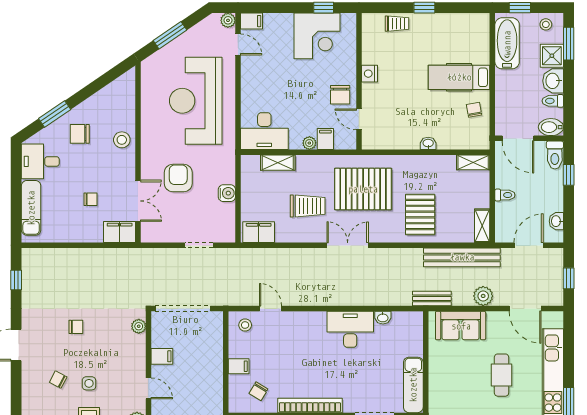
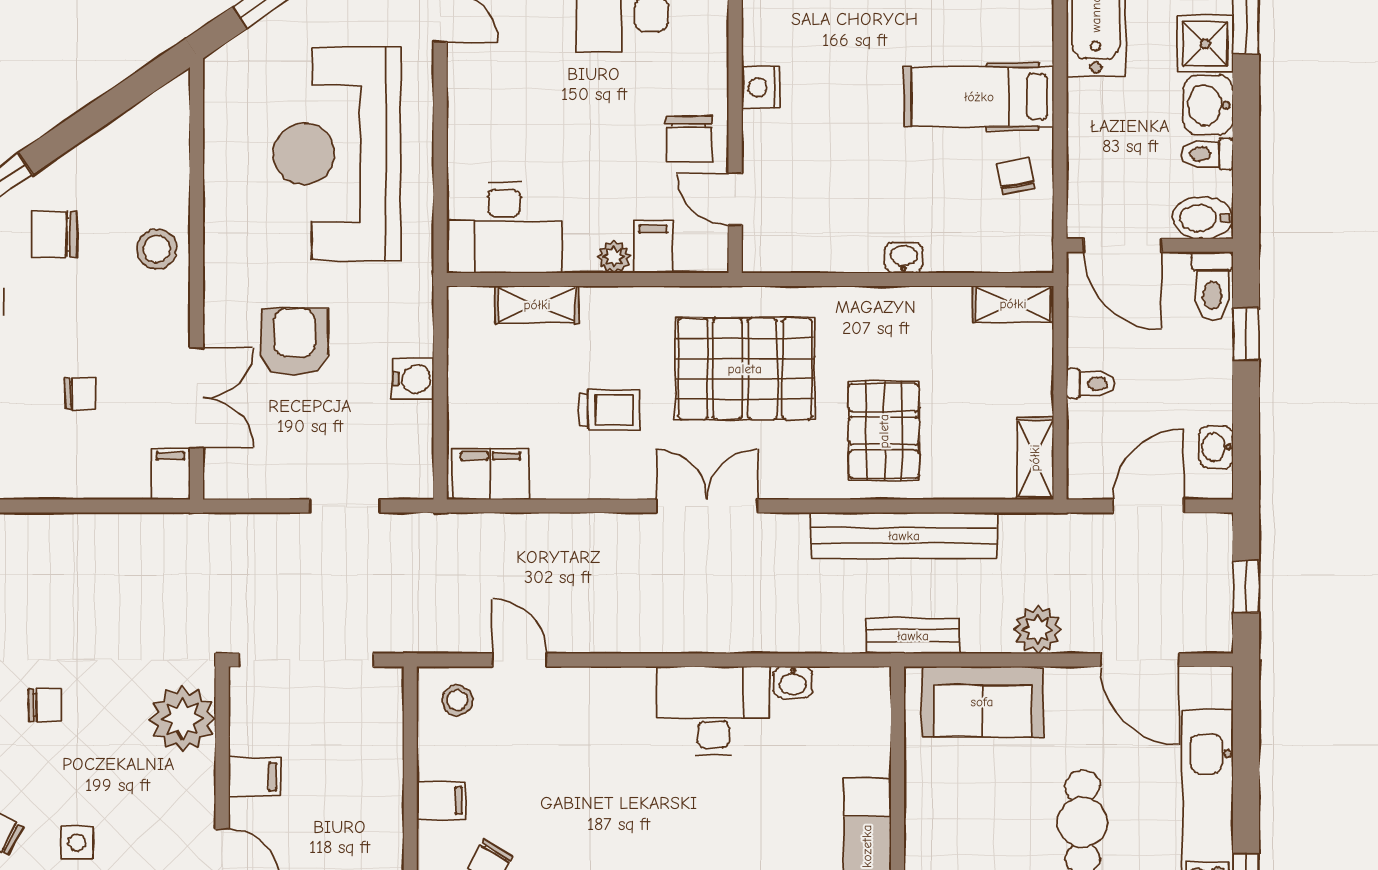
trolley: (308, 206) -> (610, 410), width x0.73, depth x0.72
filing cabinet: (120, 232) -> (171, 474), width x0.50
bench: (462, 257) -> (904, 536), moved
plant: (139, 326) -> (182, 719), width x1.87, depth x1.87

